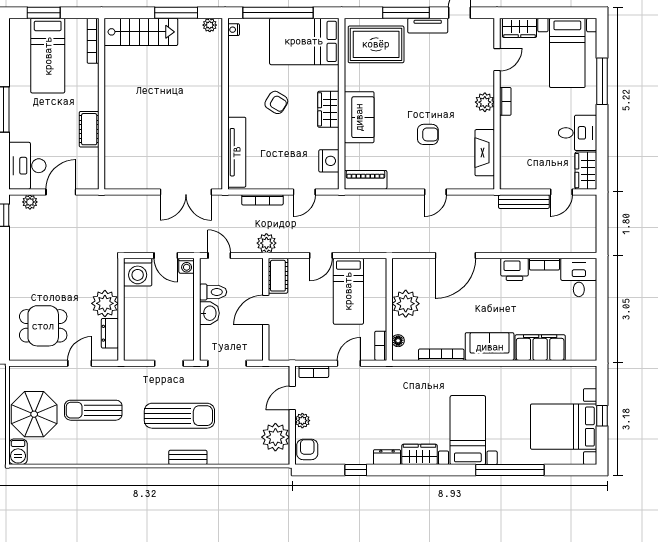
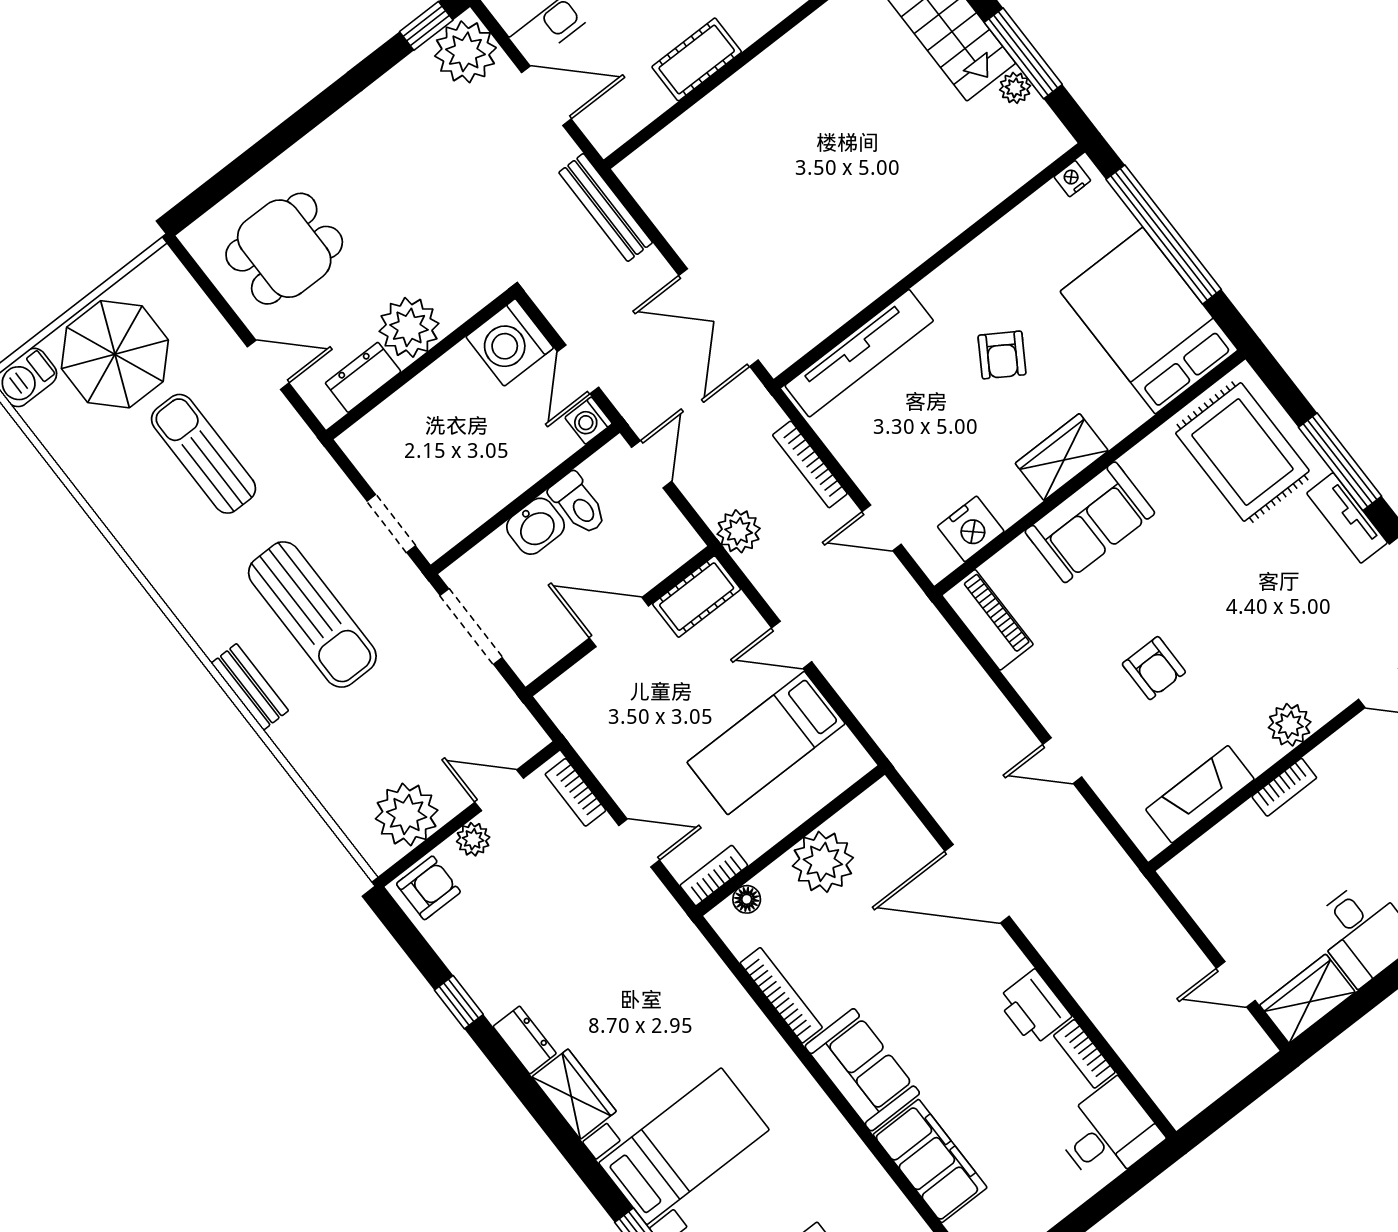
plant: (210, 25) -> (1015, 88), moved
bookcase: (505, 101) -> (1284, 787), moved
plant: (30, 202) -> (465, 52), width x1.88, depth x1.88
bench: (524, 202) -> (606, 208), moved
dining table: (43, 326) -> (284, 249), turned 90

